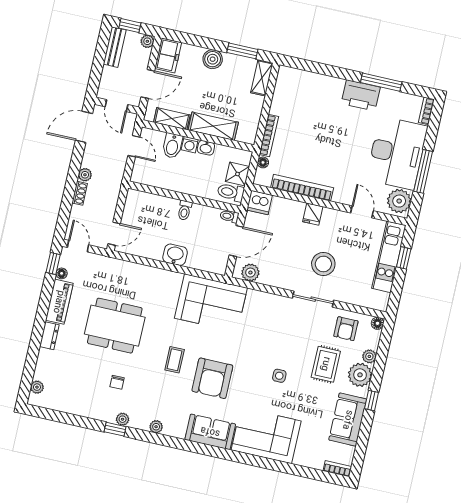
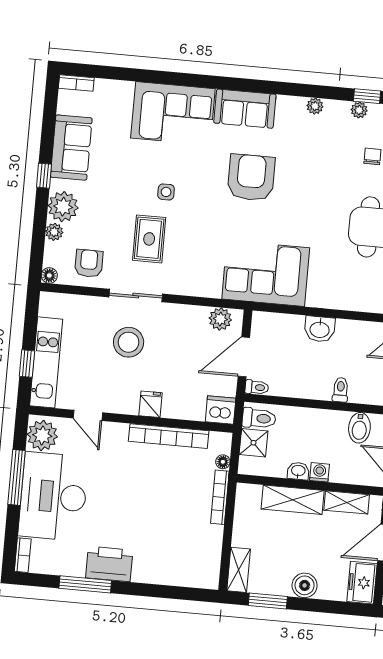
bidet: (172, 146) -> (359, 428), moved, turned 180
toilet: (185, 210) -> (341, 390), moved
coffee table: (175, 360) -> (303, 195), removed
rug: (326, 364) -> (149, 239), moved

